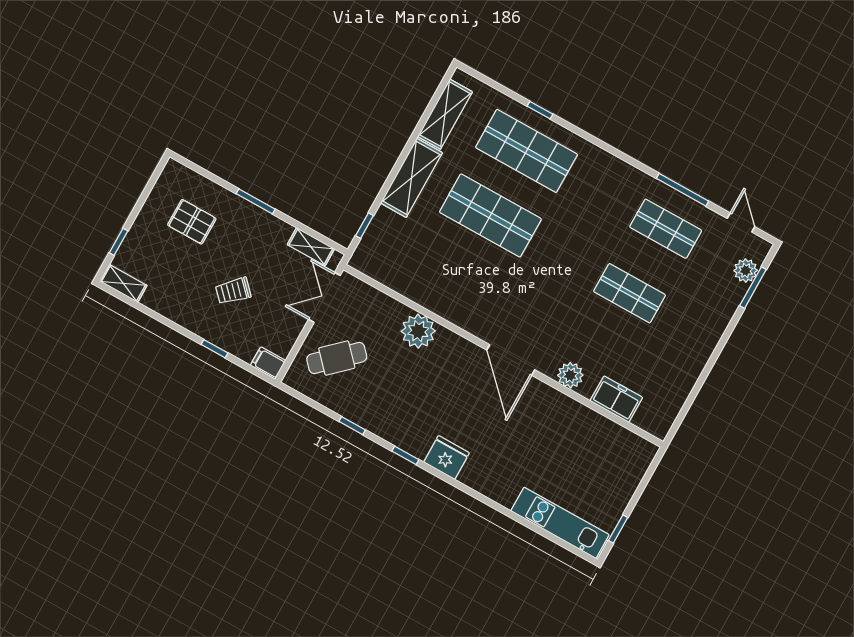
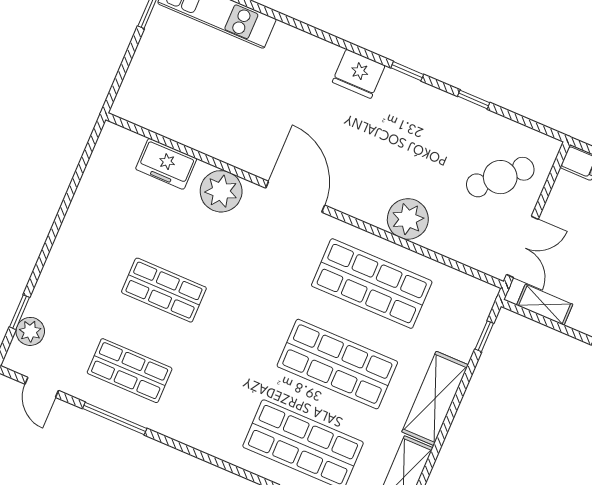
shop shelf: (454, 280) -> (372, 284), added
window: (753, 288) -> (19, 312), width x0.67
plant: (570, 375) -> (221, 191), width x1.36, depth x1.36

